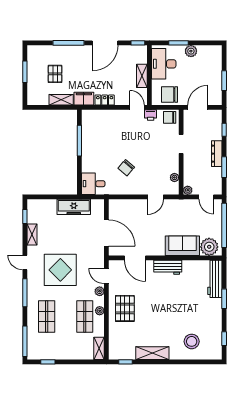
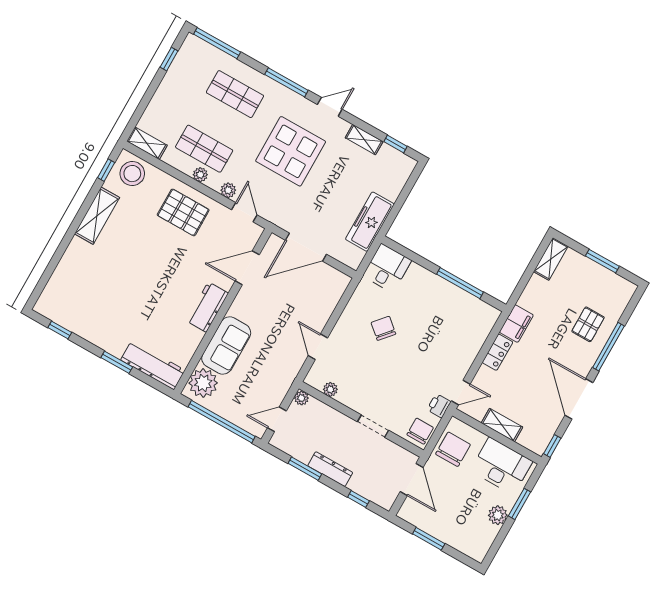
pallet: (55, 74) -> (588, 324), moved, turned 90
shelving: (61, 100) -> (551, 259), moved
door: (106, 276) -> (244, 212), hinge flipped
stool: (192, 341) -> (132, 174), moved

